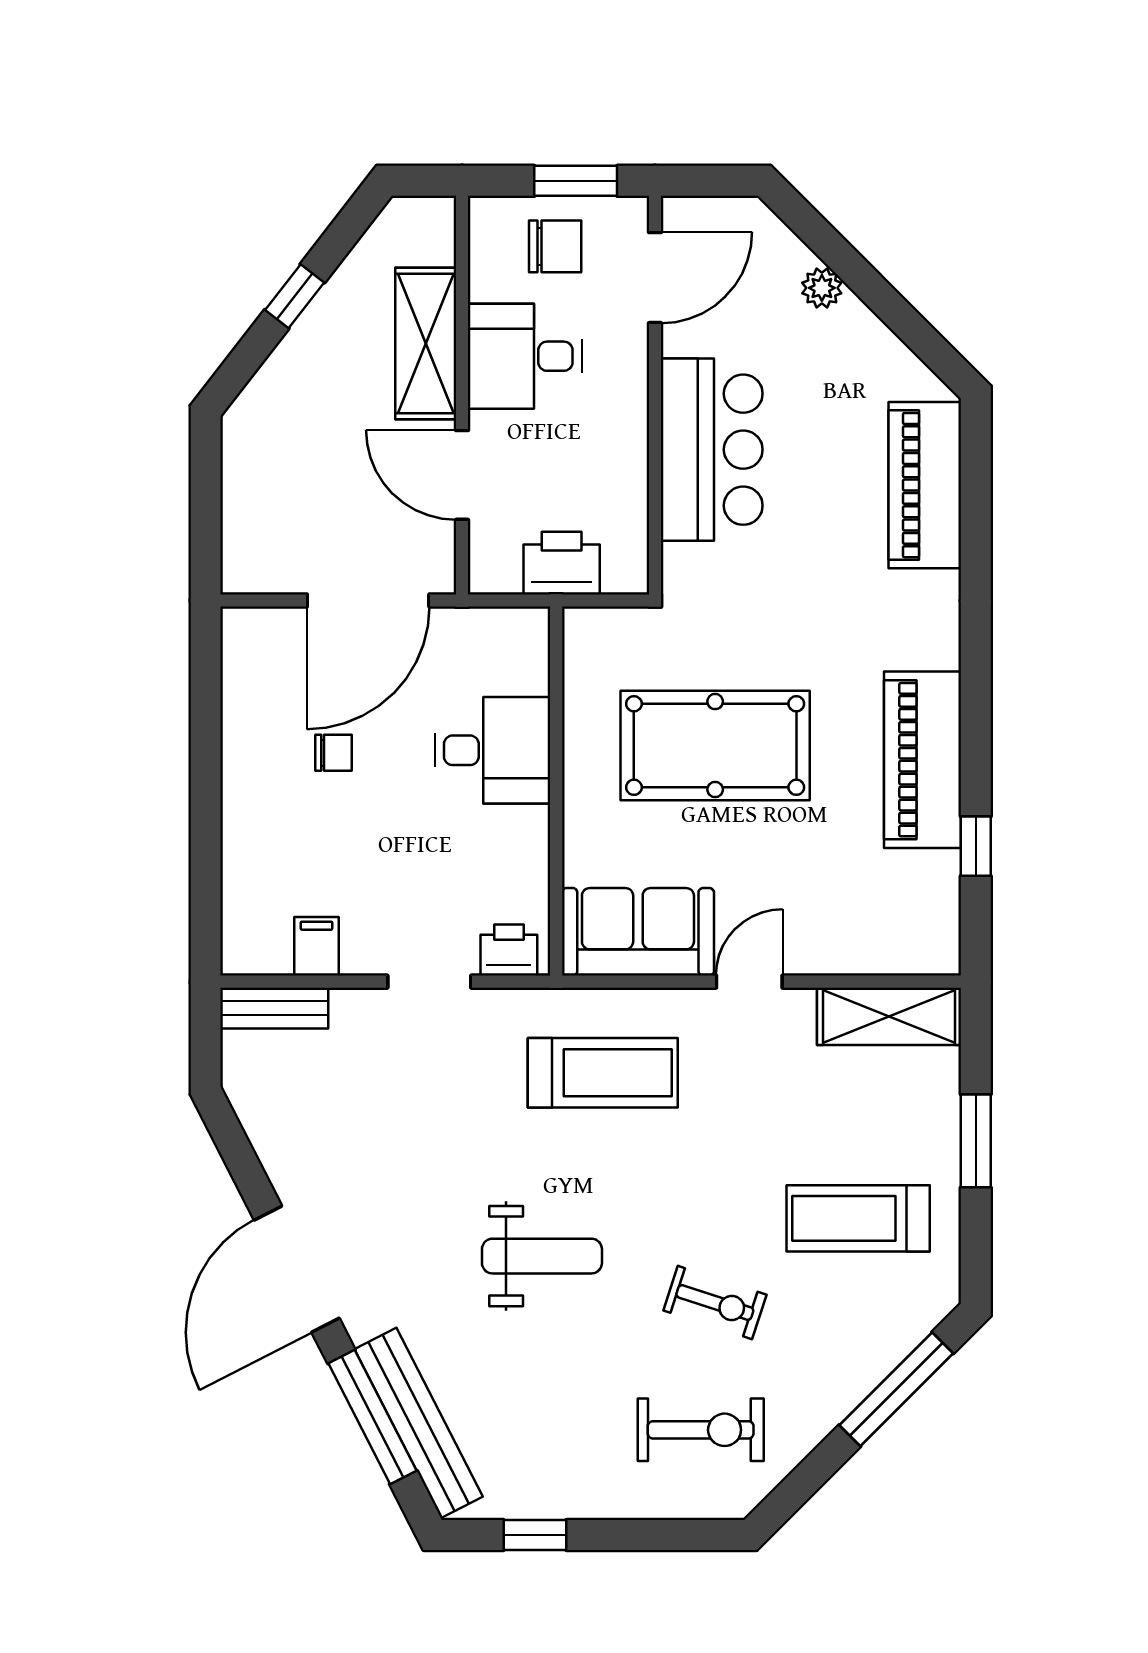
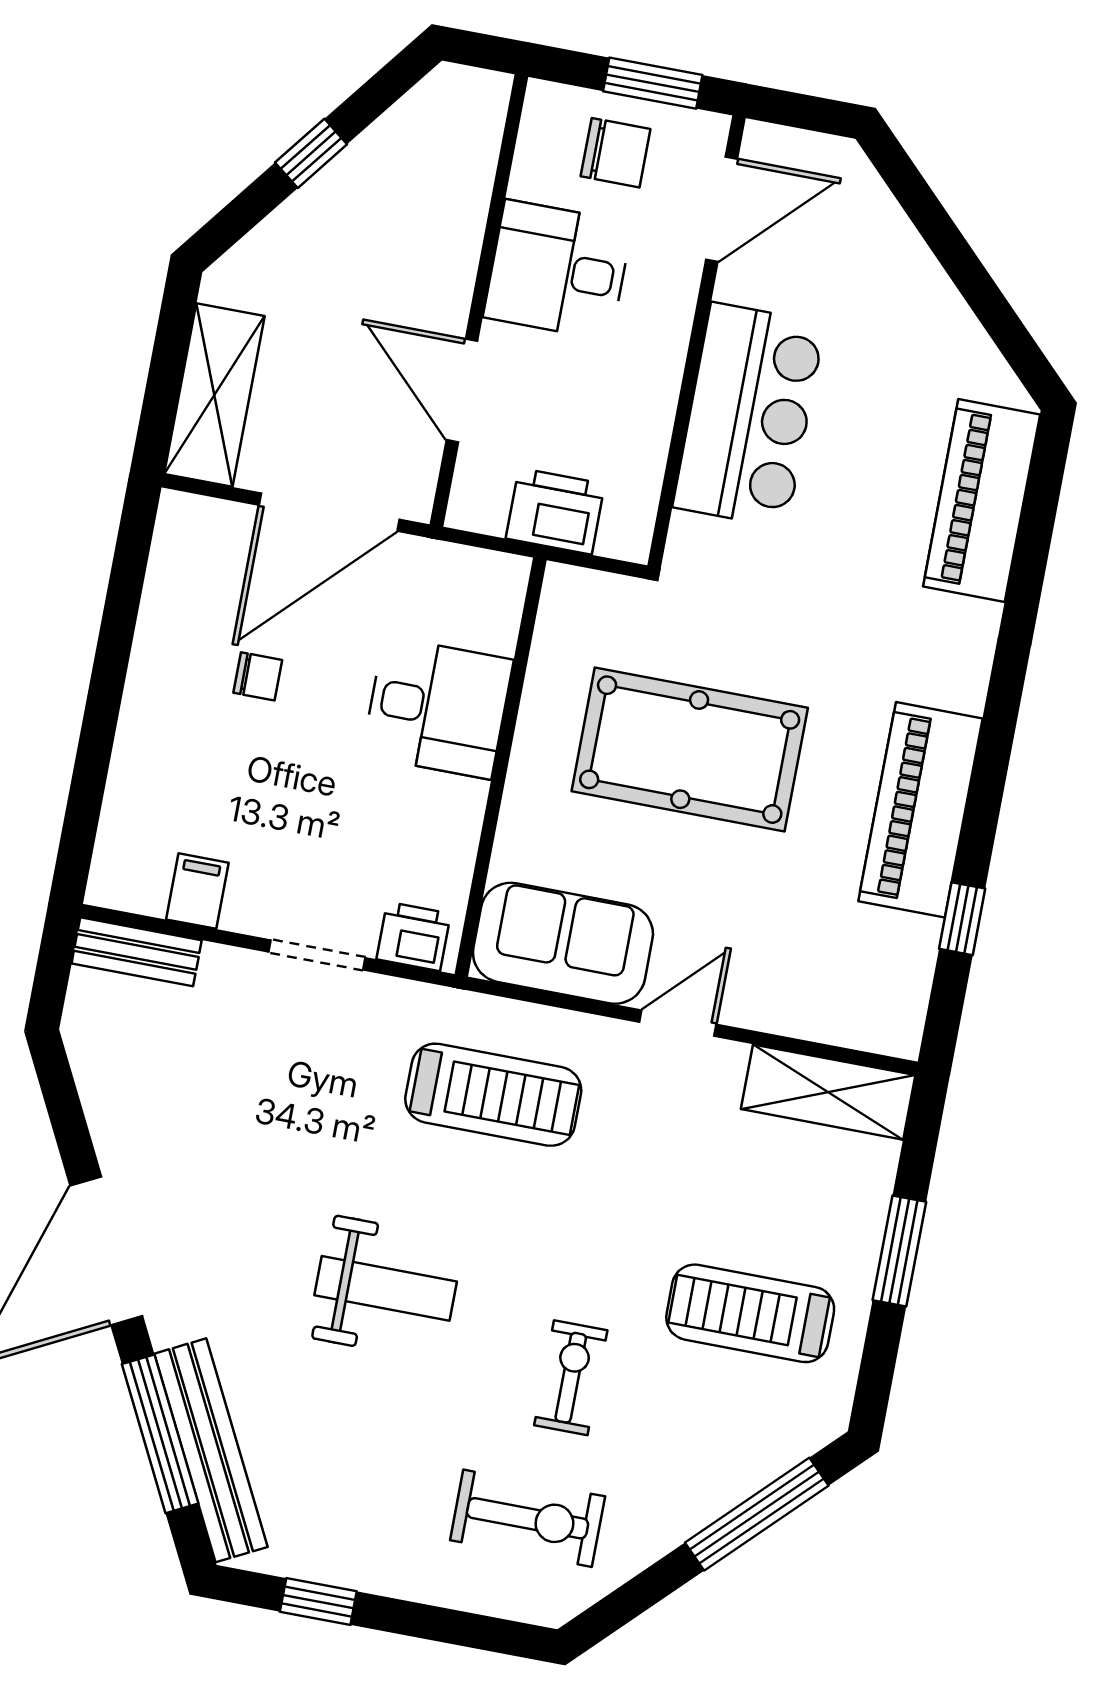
plant: (822, 288) -> (908, 256), removed
shelving: (426, 343) -> (214, 395), moved
exercise bike: (715, 1303) -> (571, 1378), turned -108

